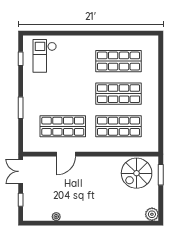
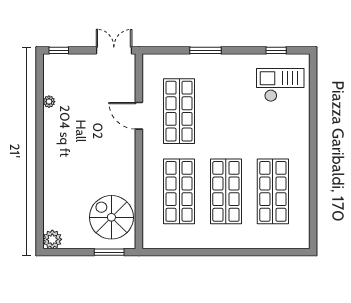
window: (21, 200) -> (59, 50), moved

